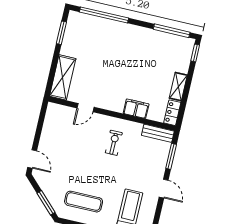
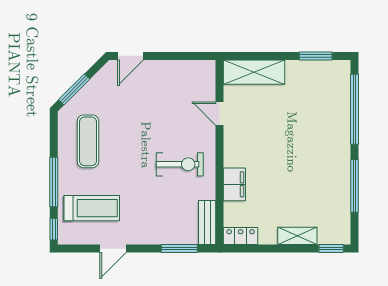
window: (172, 31) -> (354, 186), moved
shelving: (178, 87) -> (297, 236), moved
exercise bike: (114, 143) -> (180, 164), width x1.38, depth x1.39
door: (164, 189) -> (113, 249), moved

